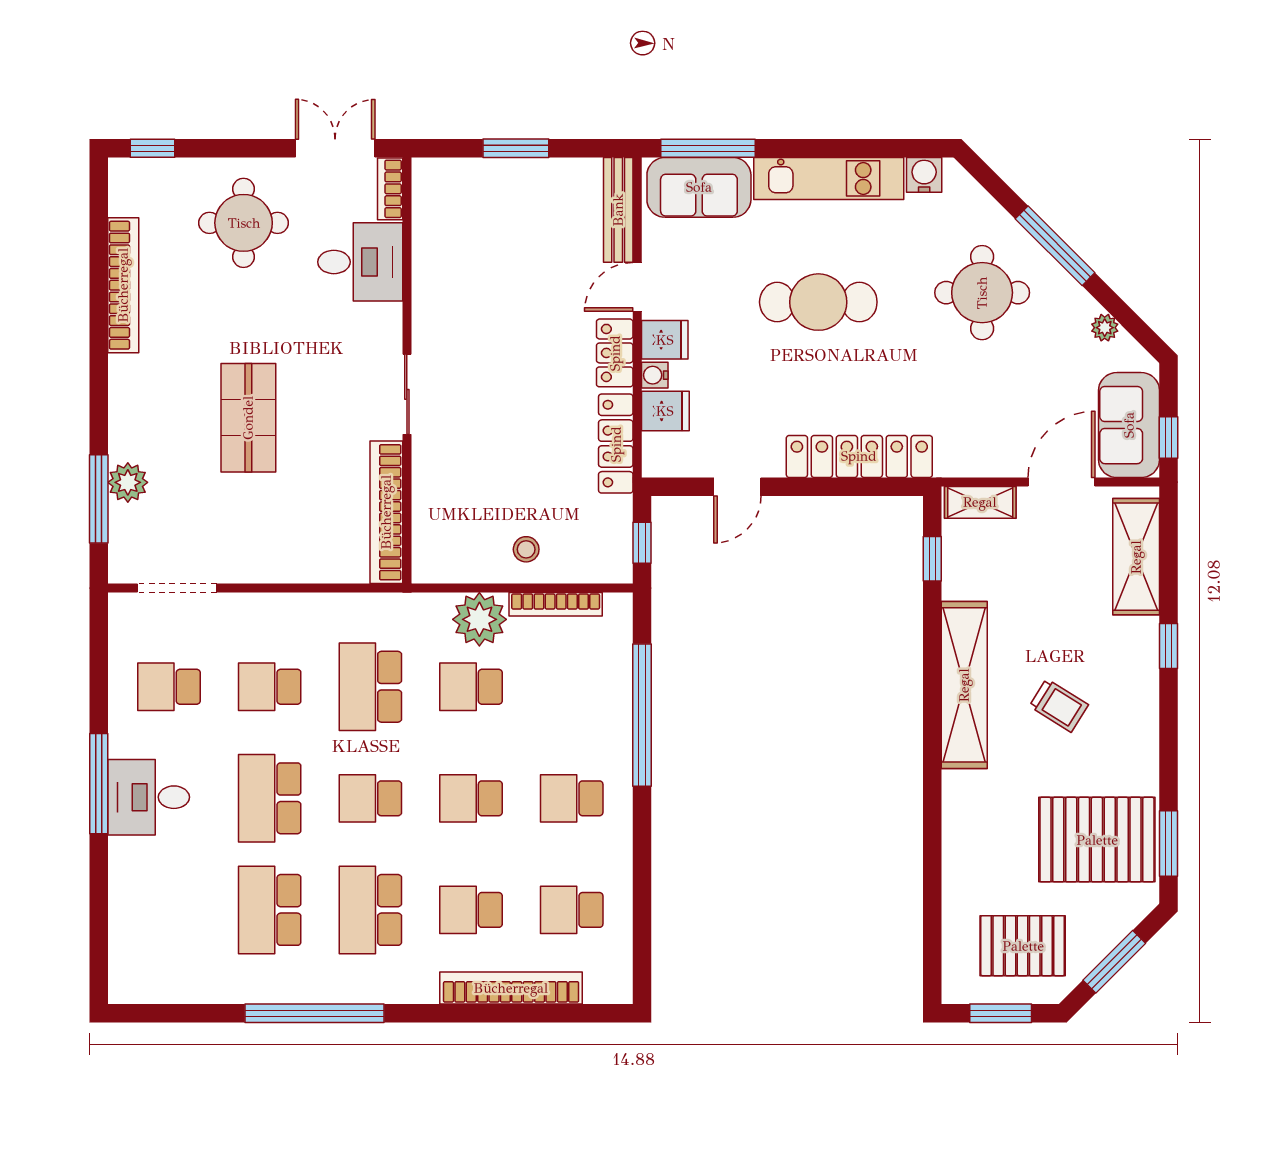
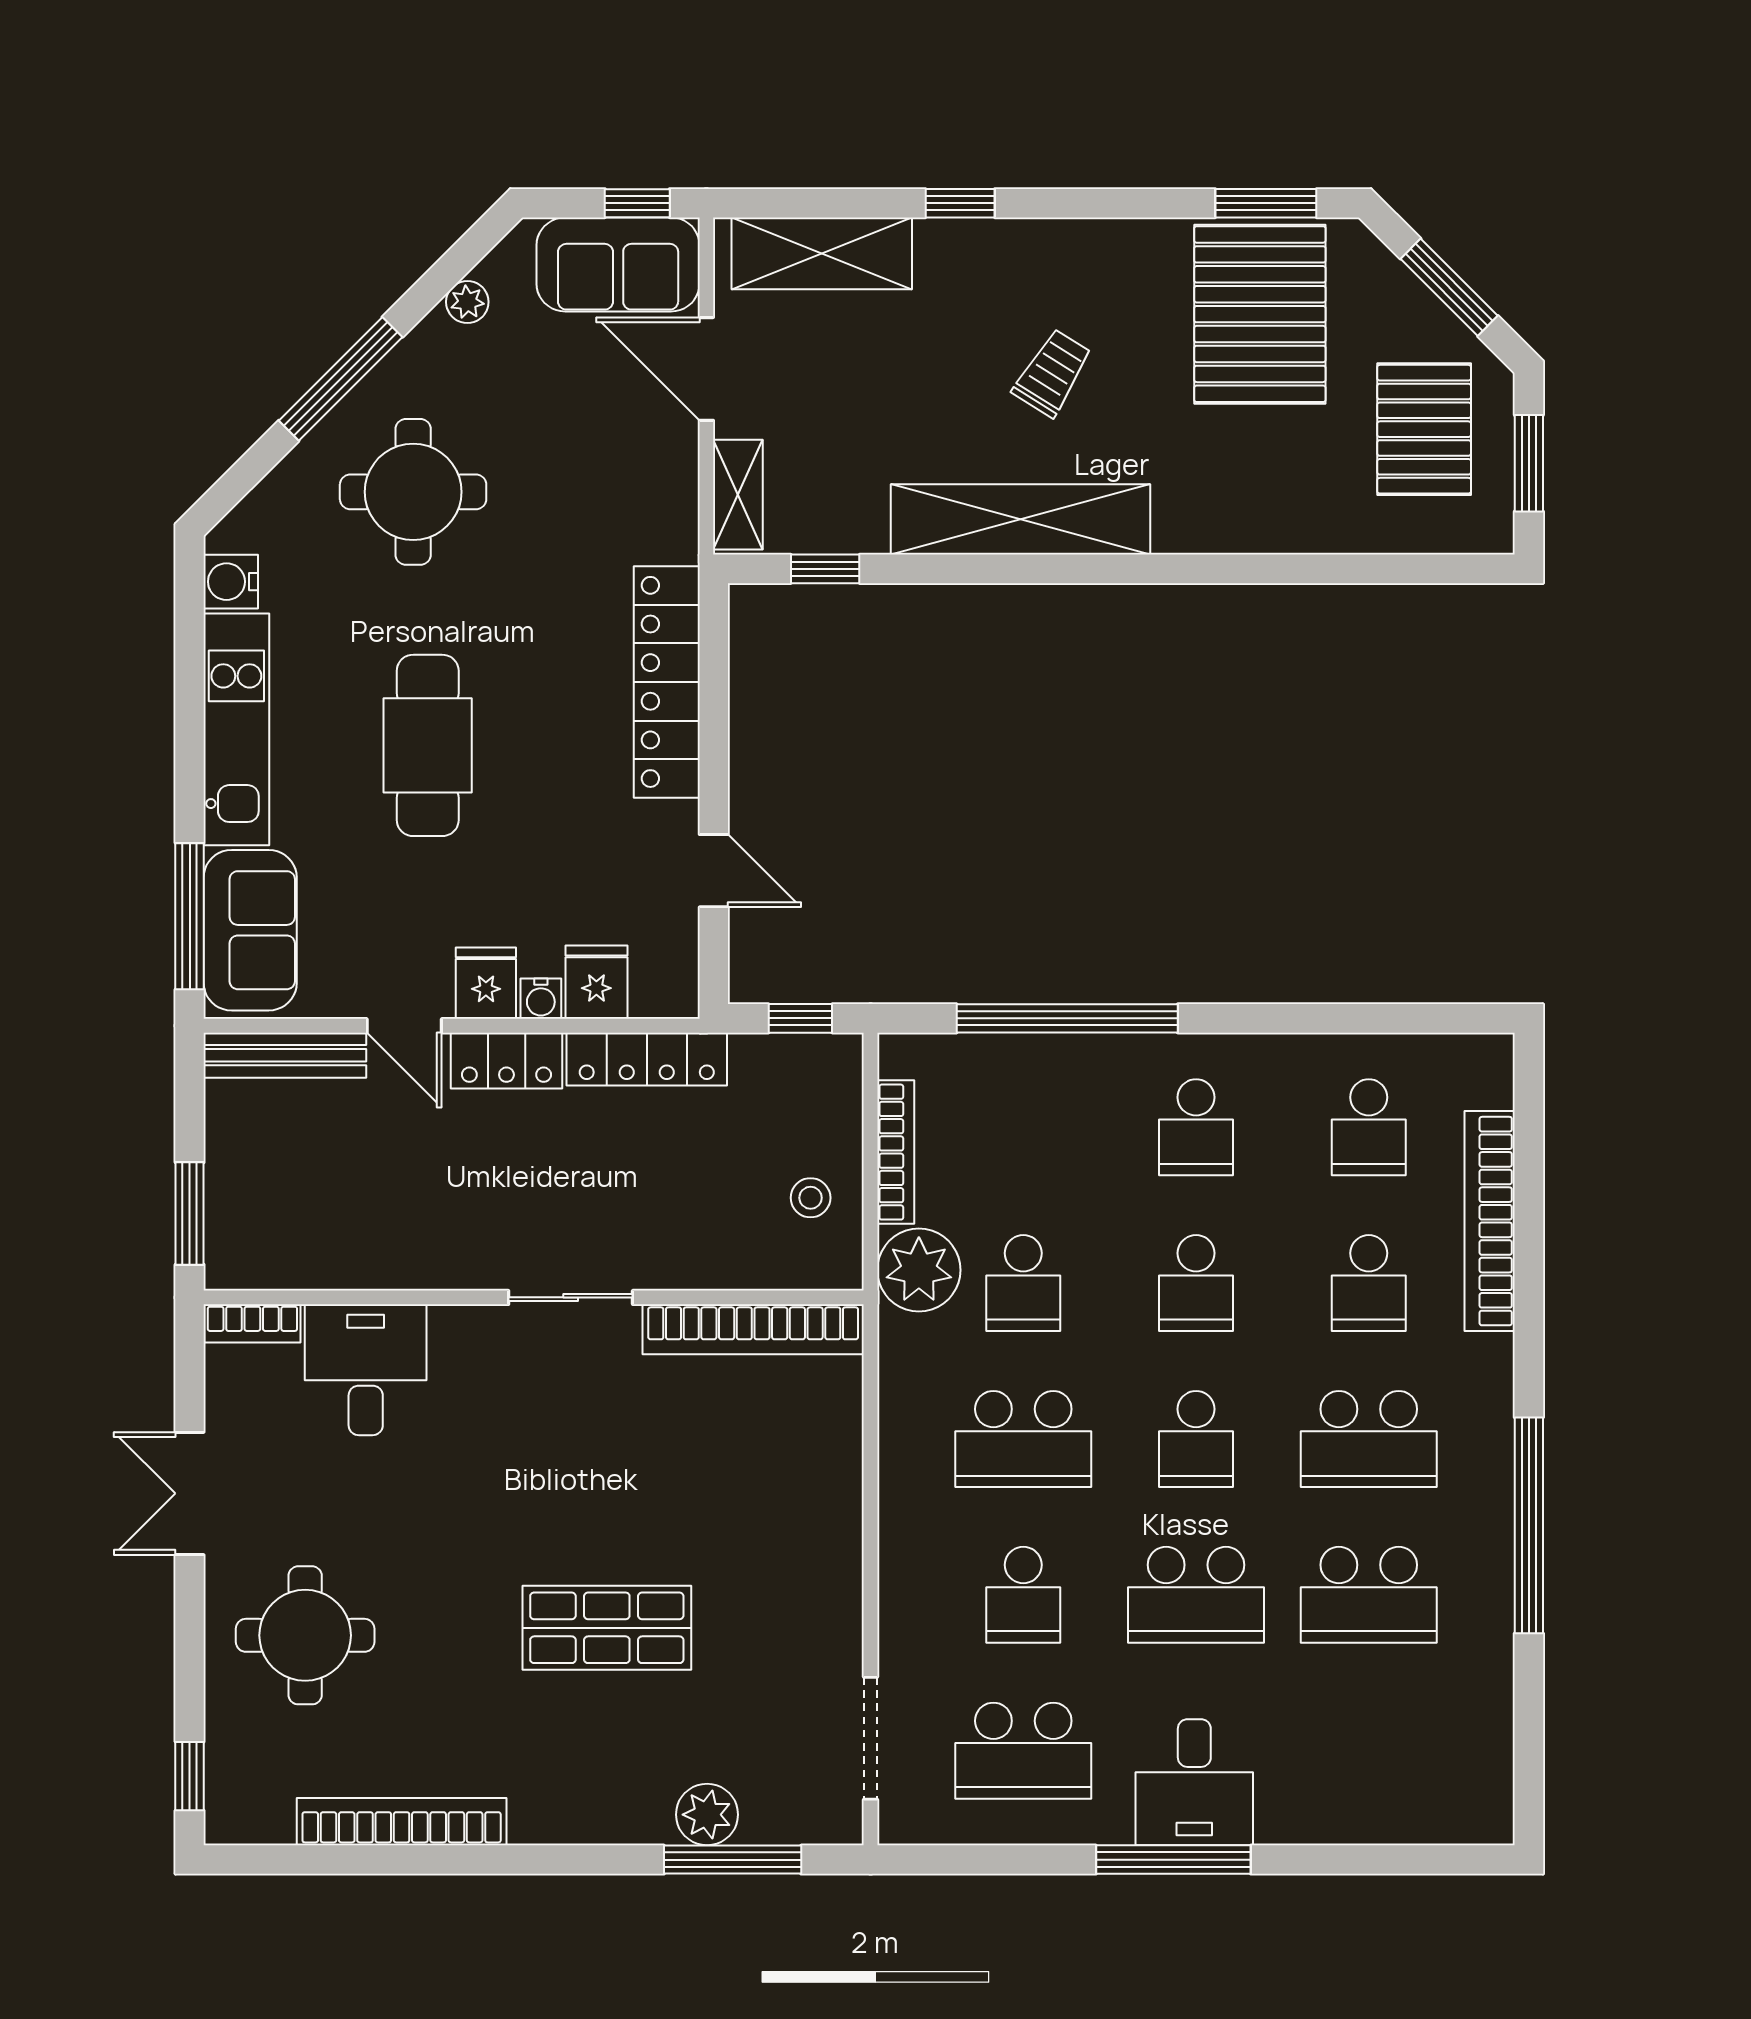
bookcase: (390, 189) -> (252, 1323), moved
desk: (360, 262) -> (366, 1370), moved
wall: (407, 371) -> (534, 1297), moved
sliding door: (407, 394) -> (571, 1297), moved
bookcase: (386, 512) -> (753, 1329), moved
school desk: (169, 687) -> (1023, 1751), width x1.85

